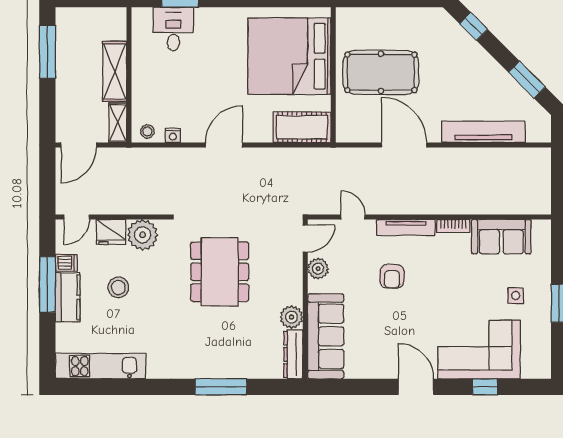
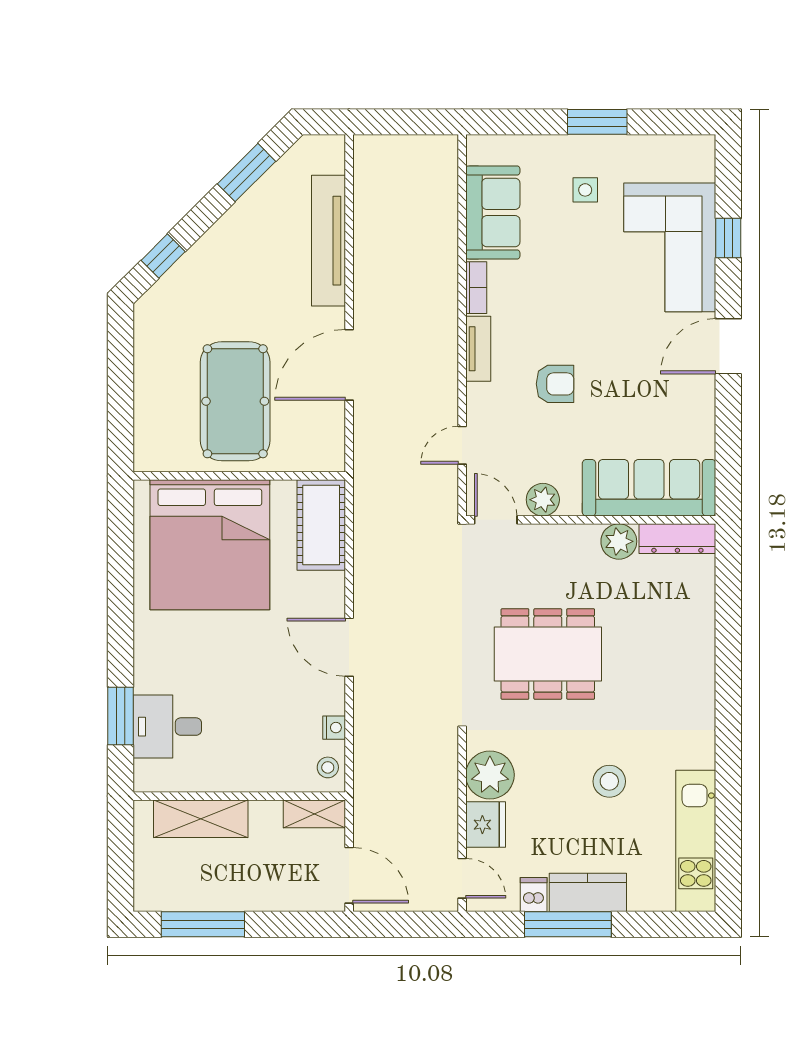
shelving: (115, 71) -> (201, 819), moved
tv unit: (406, 227) -> (478, 349), width x0.71
stool: (118, 287) -> (609, 781), moved
window: (221, 387) -> (728, 652), removed

